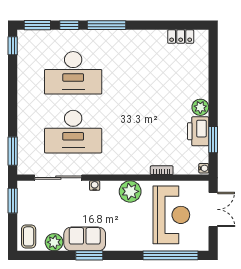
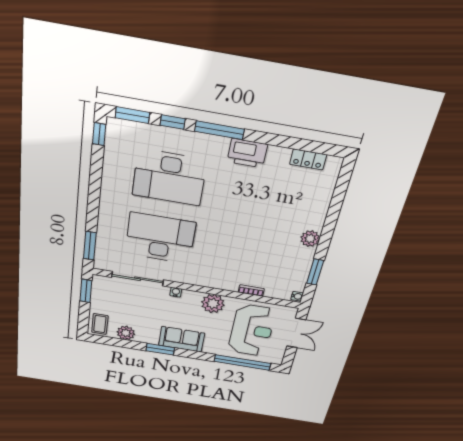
printer: (198, 131) -> (247, 153), moved, turned -90
desk: (73, 132) -> (160, 238), turned 180
sofa: (85, 239) -> (182, 339), moved

